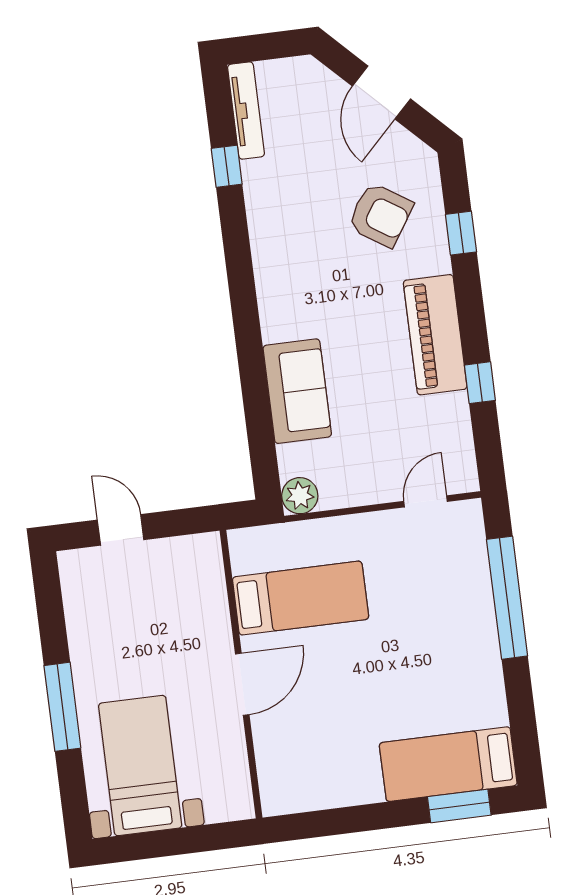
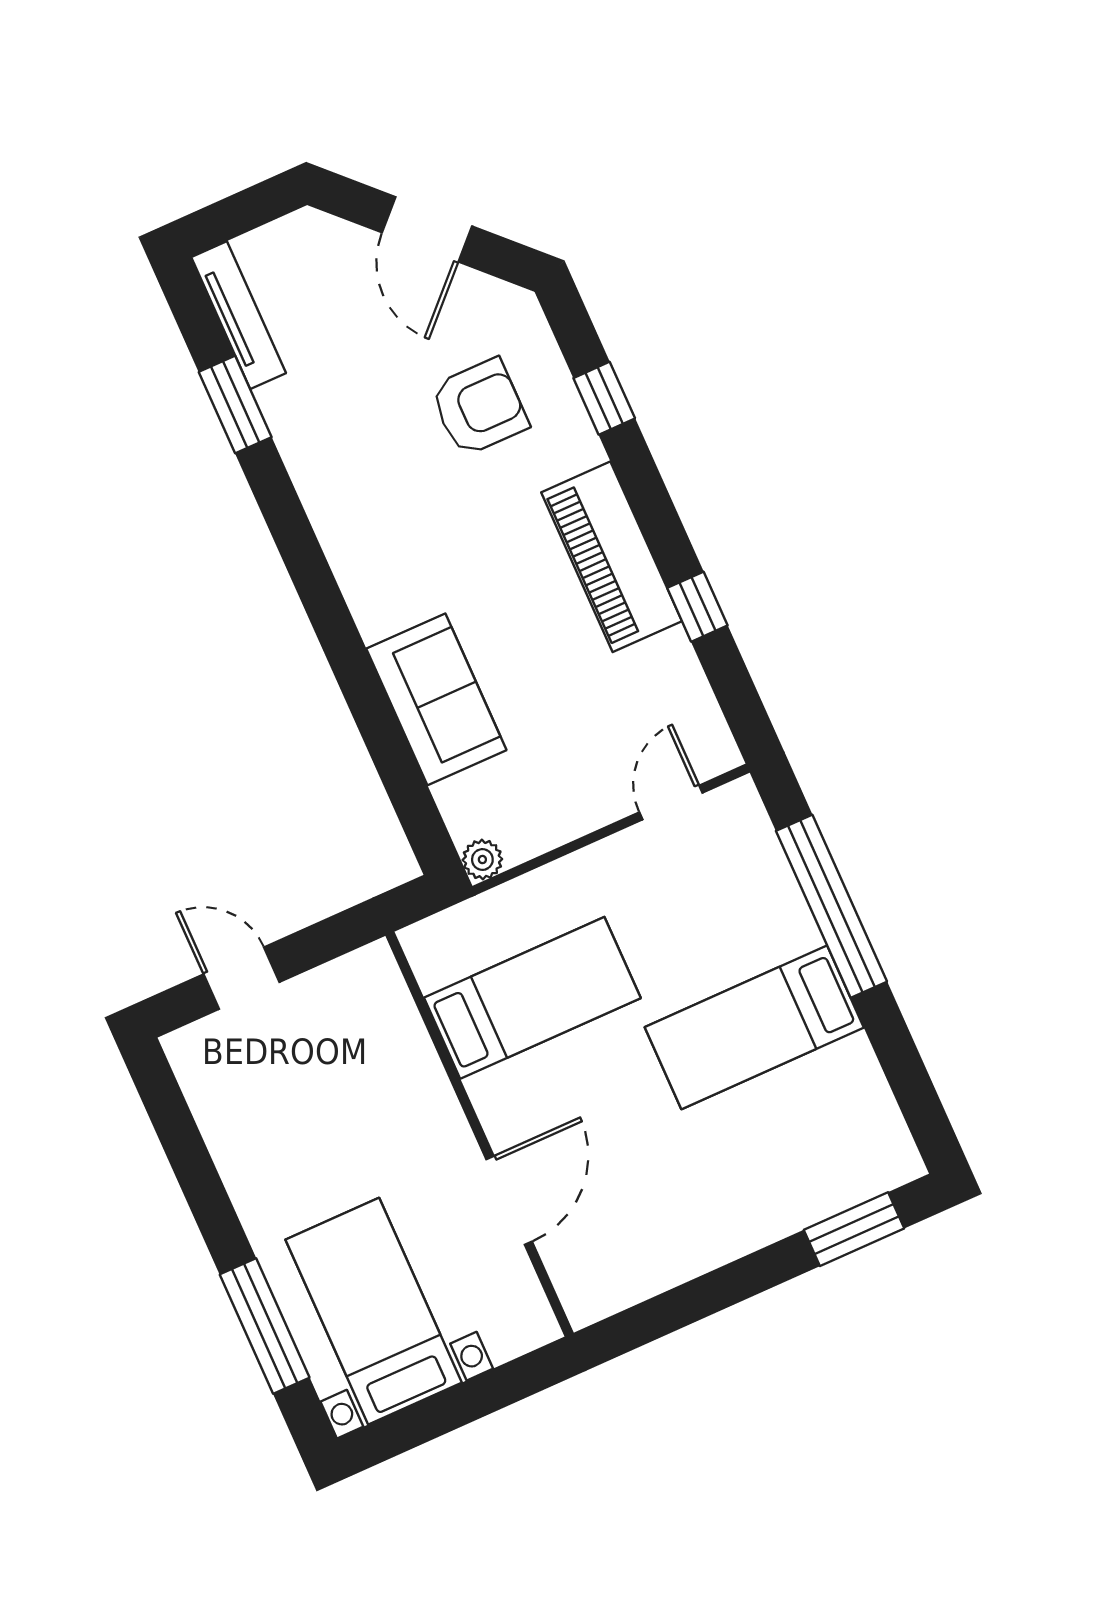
window: (227, 166) -> (235, 404), width x1.50
armchair: (380, 215) -> (479, 407), turned -33
plant: (300, 496) -> (482, 860), width x0.73, depth x0.73
door: (242, 684) -> (509, 1200), moved
window: (62, 707) -> (265, 1326), moved
bed: (448, 764) -> (754, 1027), moved

